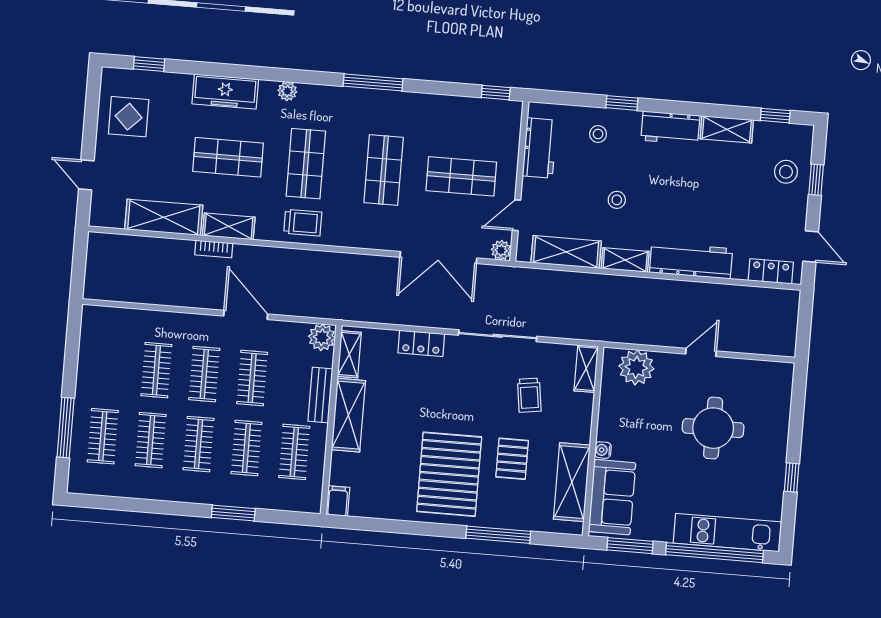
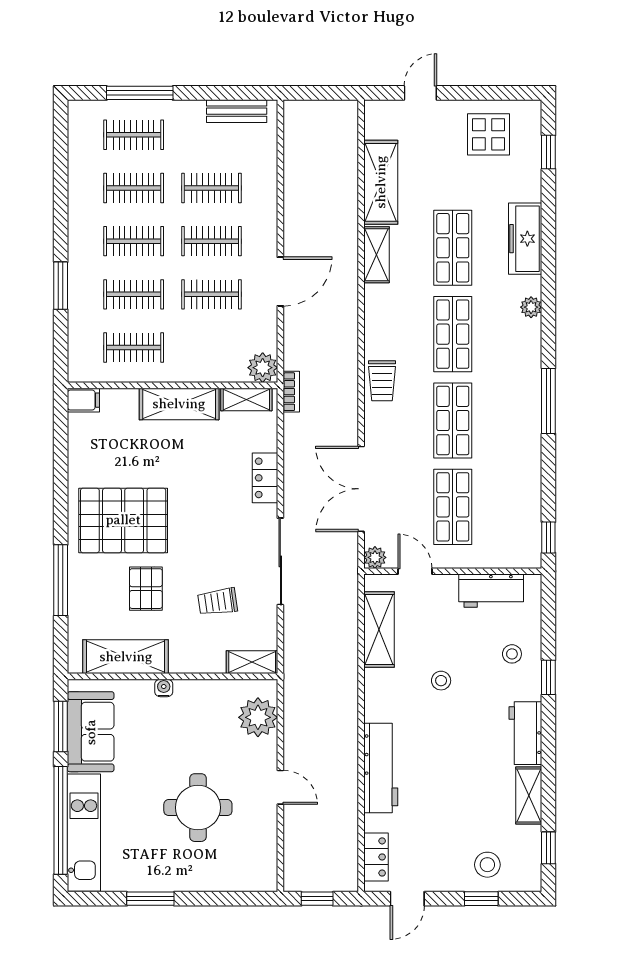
shop shelf: (306, 164) -> (453, 334), turned 90
shop shelf: (384, 170) -> (453, 421), turned 90
trolley: (303, 223) -> (382, 381), moved
bookcase: (214, 249) -> (291, 392), moved, turned 180
shelving: (625, 260) -> (375, 695), removed
window: (804, 328) -> (317, 899), added
bench: (320, 395) -> (237, 111), moved
pallet: (512, 459) -> (146, 589), turned 90
window: (792, 478) -> (150, 899), width x1.50
sofa: (612, 497) -> (91, 732), moved, turned -90

